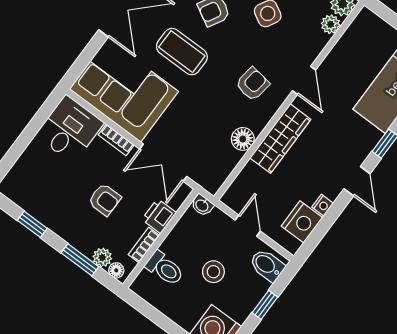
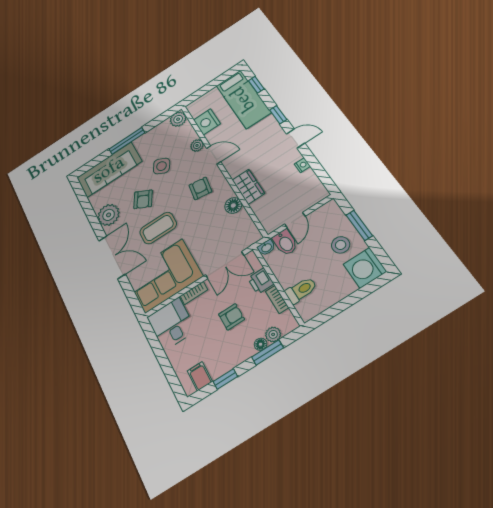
plant: (331, 24) -> (197, 145), moved
wardrobe: (280, 139) -> (248, 187), width x0.67
filing cabinet: (24, 193) -> (200, 376), added
nightstand: (302, 222) -> (207, 122), moved, turned 180
door: (248, 226) -> (295, 220), swing flipped
bidet: (267, 265) -> (285, 242), moved, turned -90
floor lamp: (116, 270) -> (261, 344), moved
stool: (213, 272) -> (341, 245), moved
window: (265, 305) -> (359, 225), width x1.50

